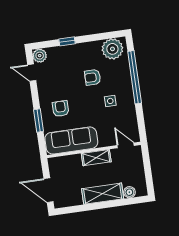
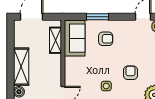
sofa: (71, 140) -> (75, 38), width x0.73
shelving: (96, 158) -> (55, 40), moved

